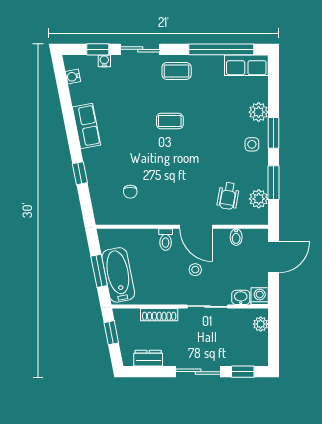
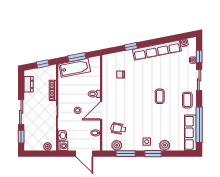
row of seats: (246, 65) -> (190, 133), width x1.48
row of seats: (87, 126) -> (157, 50), width x2.02

